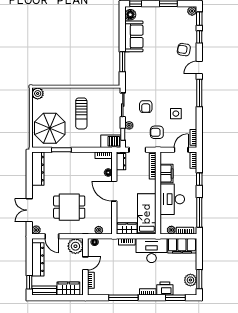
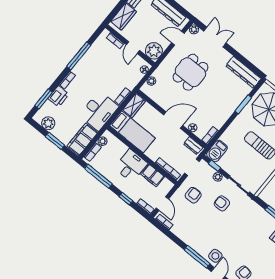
side table: (176, 114) -> (215, 256), moved
desk: (172, 199) -> (131, 166), width x0.73
window: (199, 279) -> (55, 141), moved

